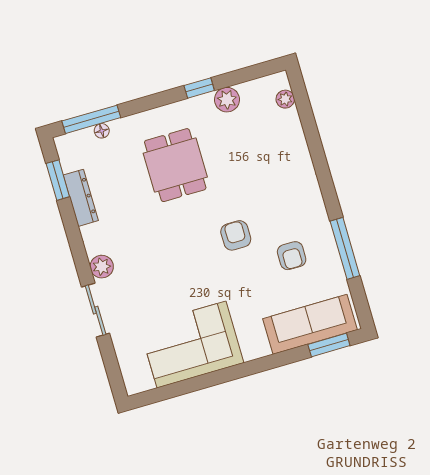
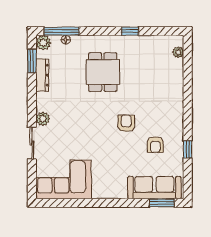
plant: (227, 100) -> (43, 43), moved
window: (345, 248) -> (188, 149), width x0.46
corner sofa: (191, 344) -> (63, 179), moved

